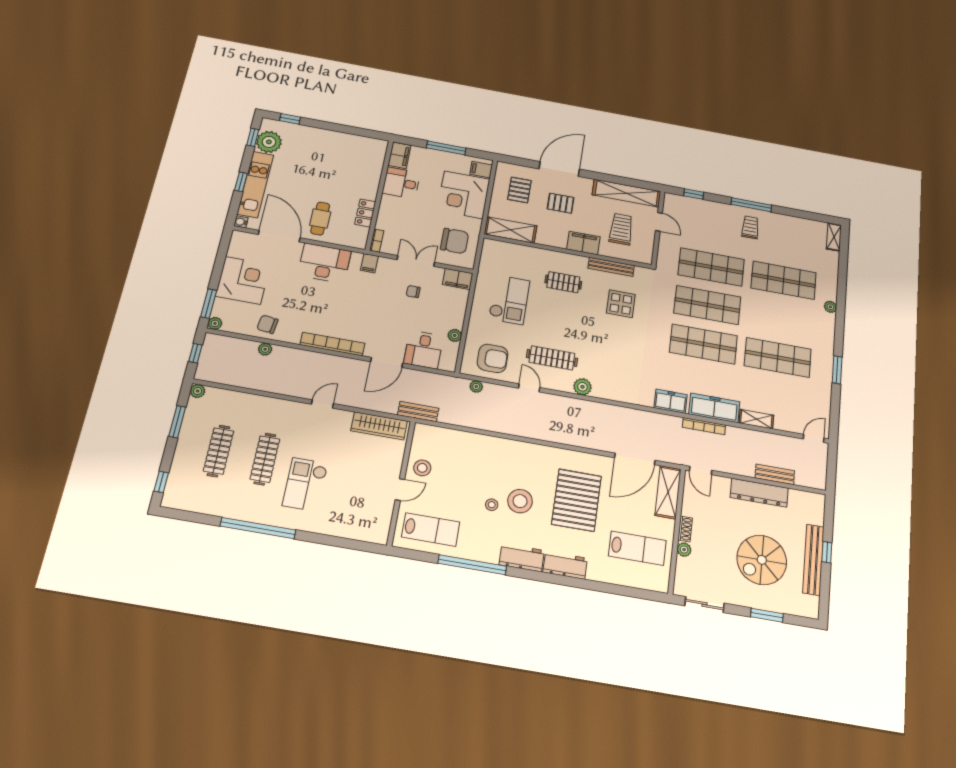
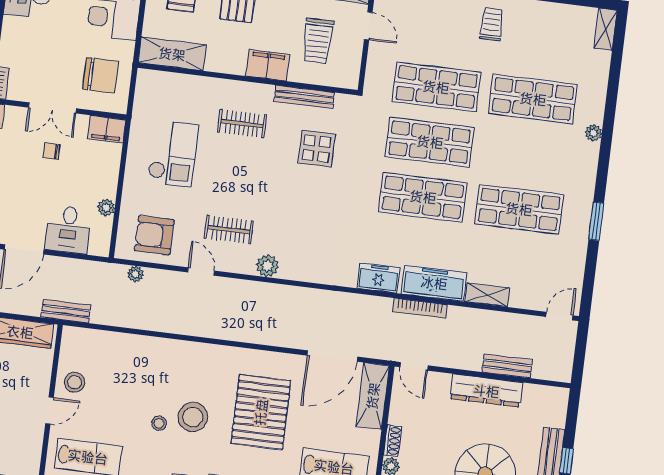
trolley: (621, 229) -> (318, 41), turned 180
double door: (416, 261) -> (52, 108), swing flipped
armchair: (493, 358) -> (154, 235), turned 180
clothes rail: (552, 358) -> (229, 230), width x0.73

